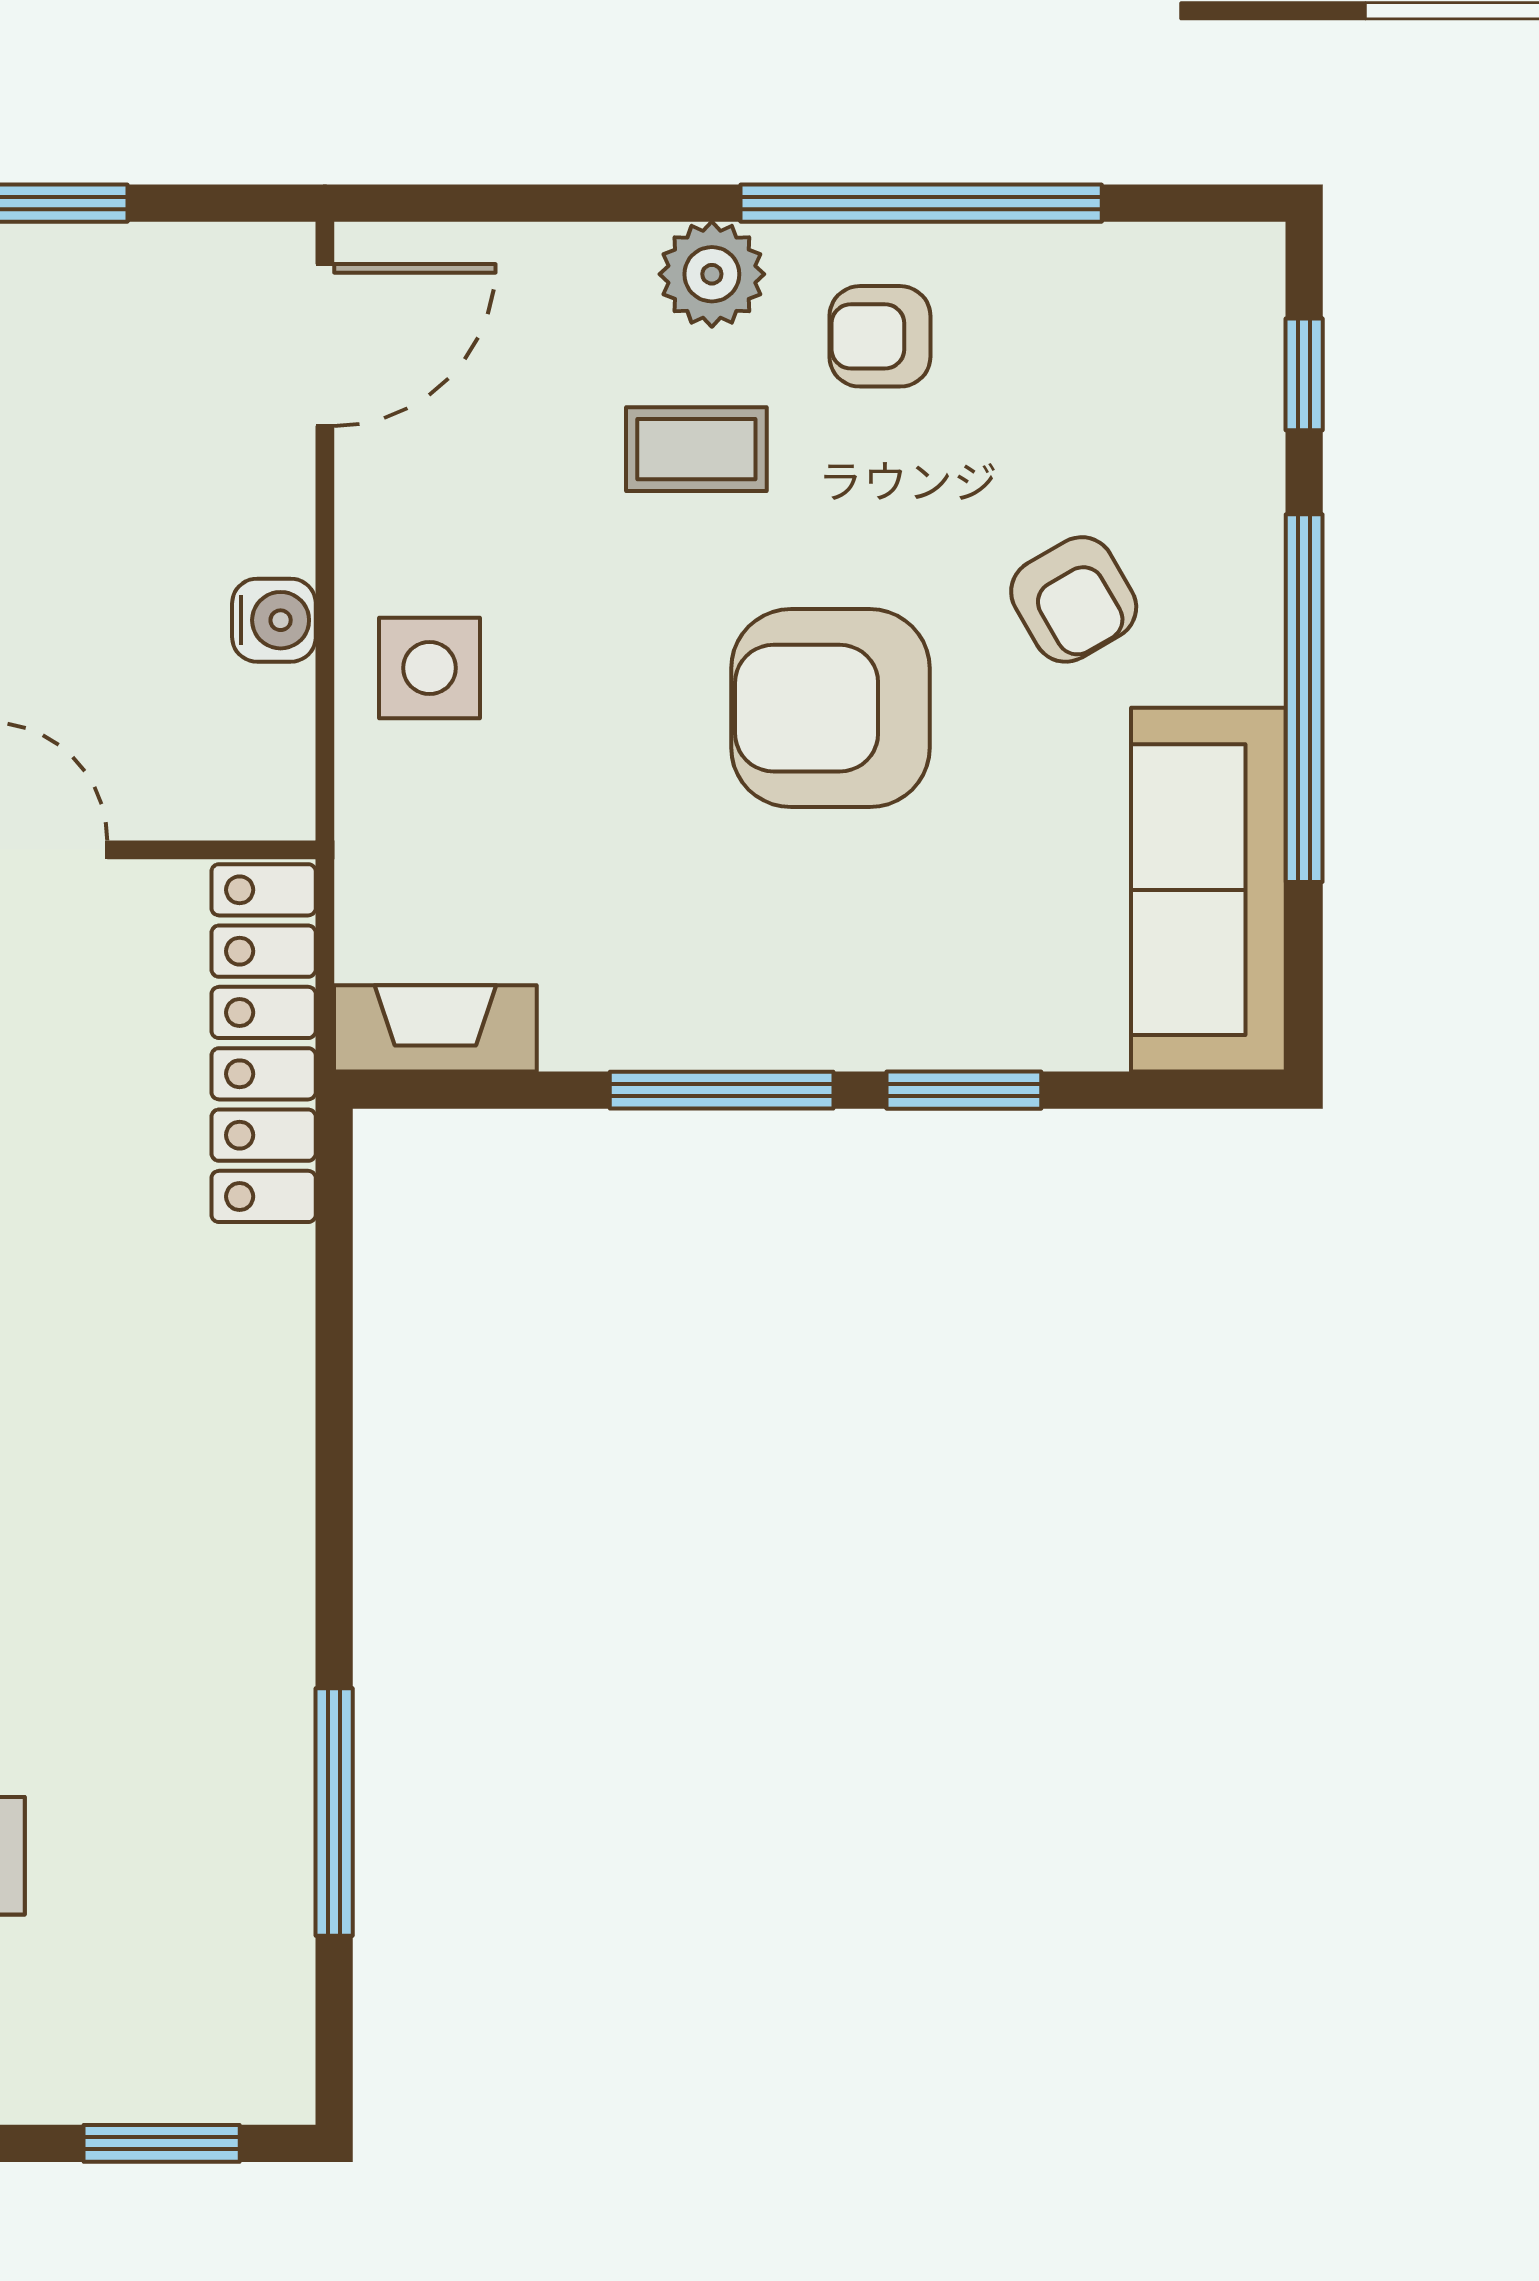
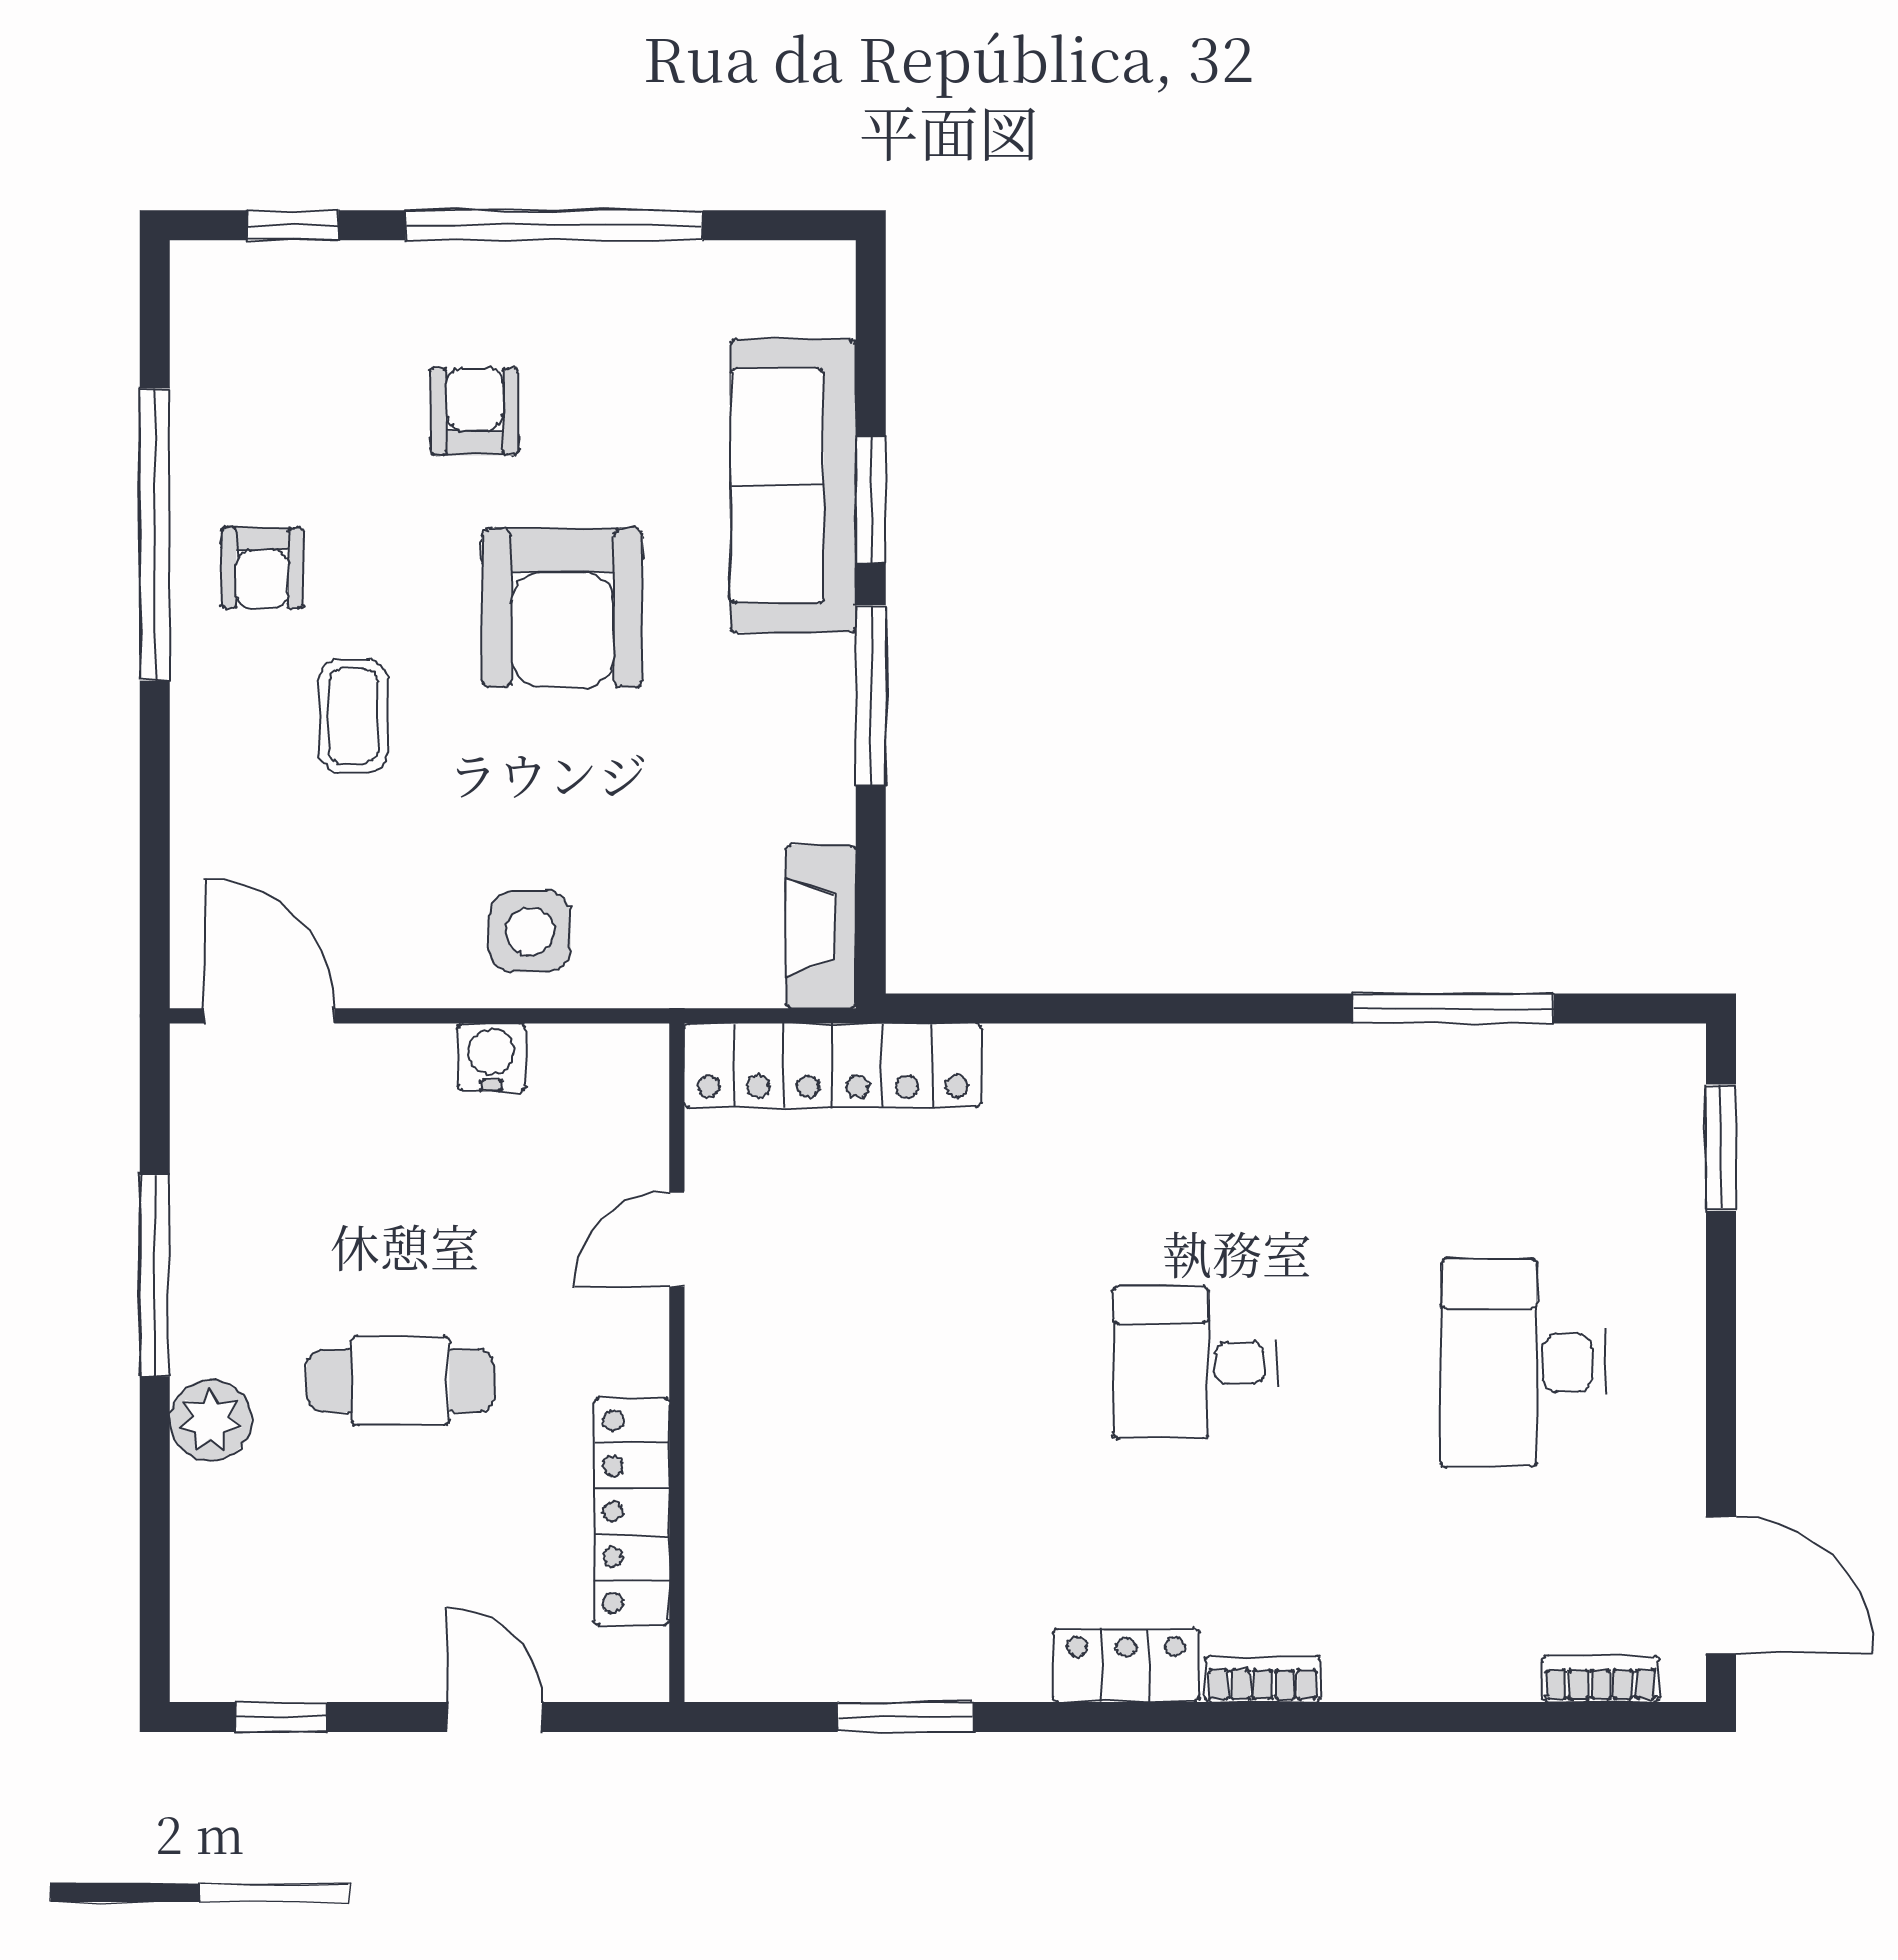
plant: (712, 274) -> (212, 703), removed
armchair: (1074, 599) -> (475, 411), turned -60
sofa: (1208, 890) -> (793, 485), moved, turned 90

